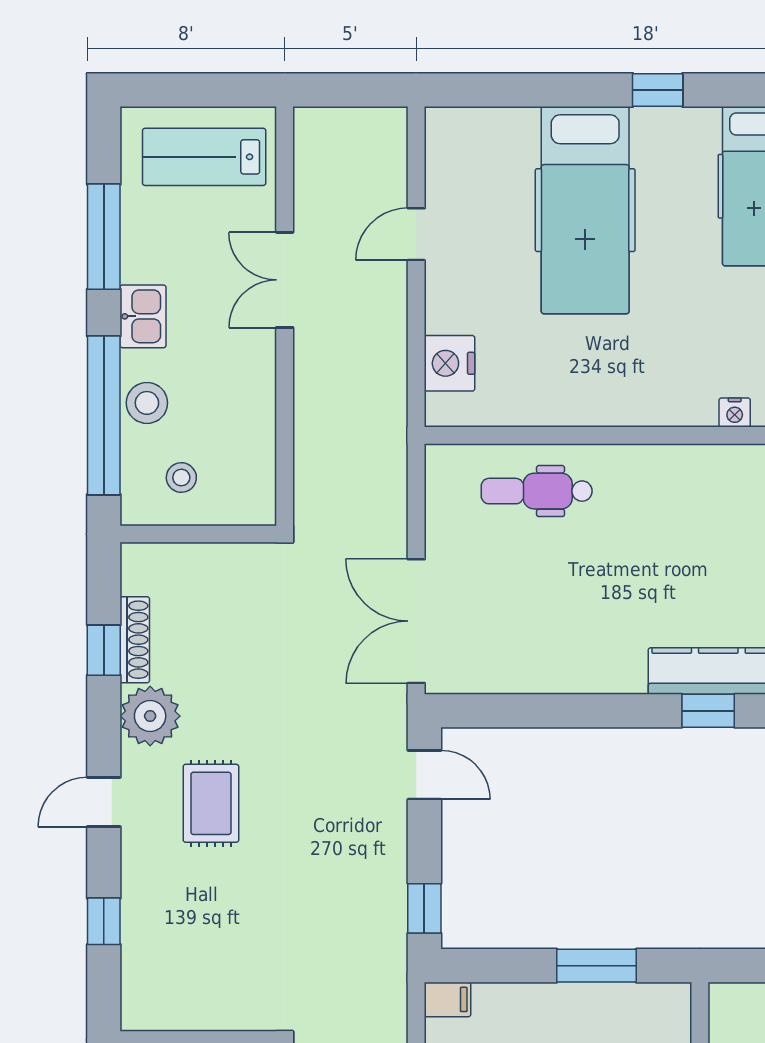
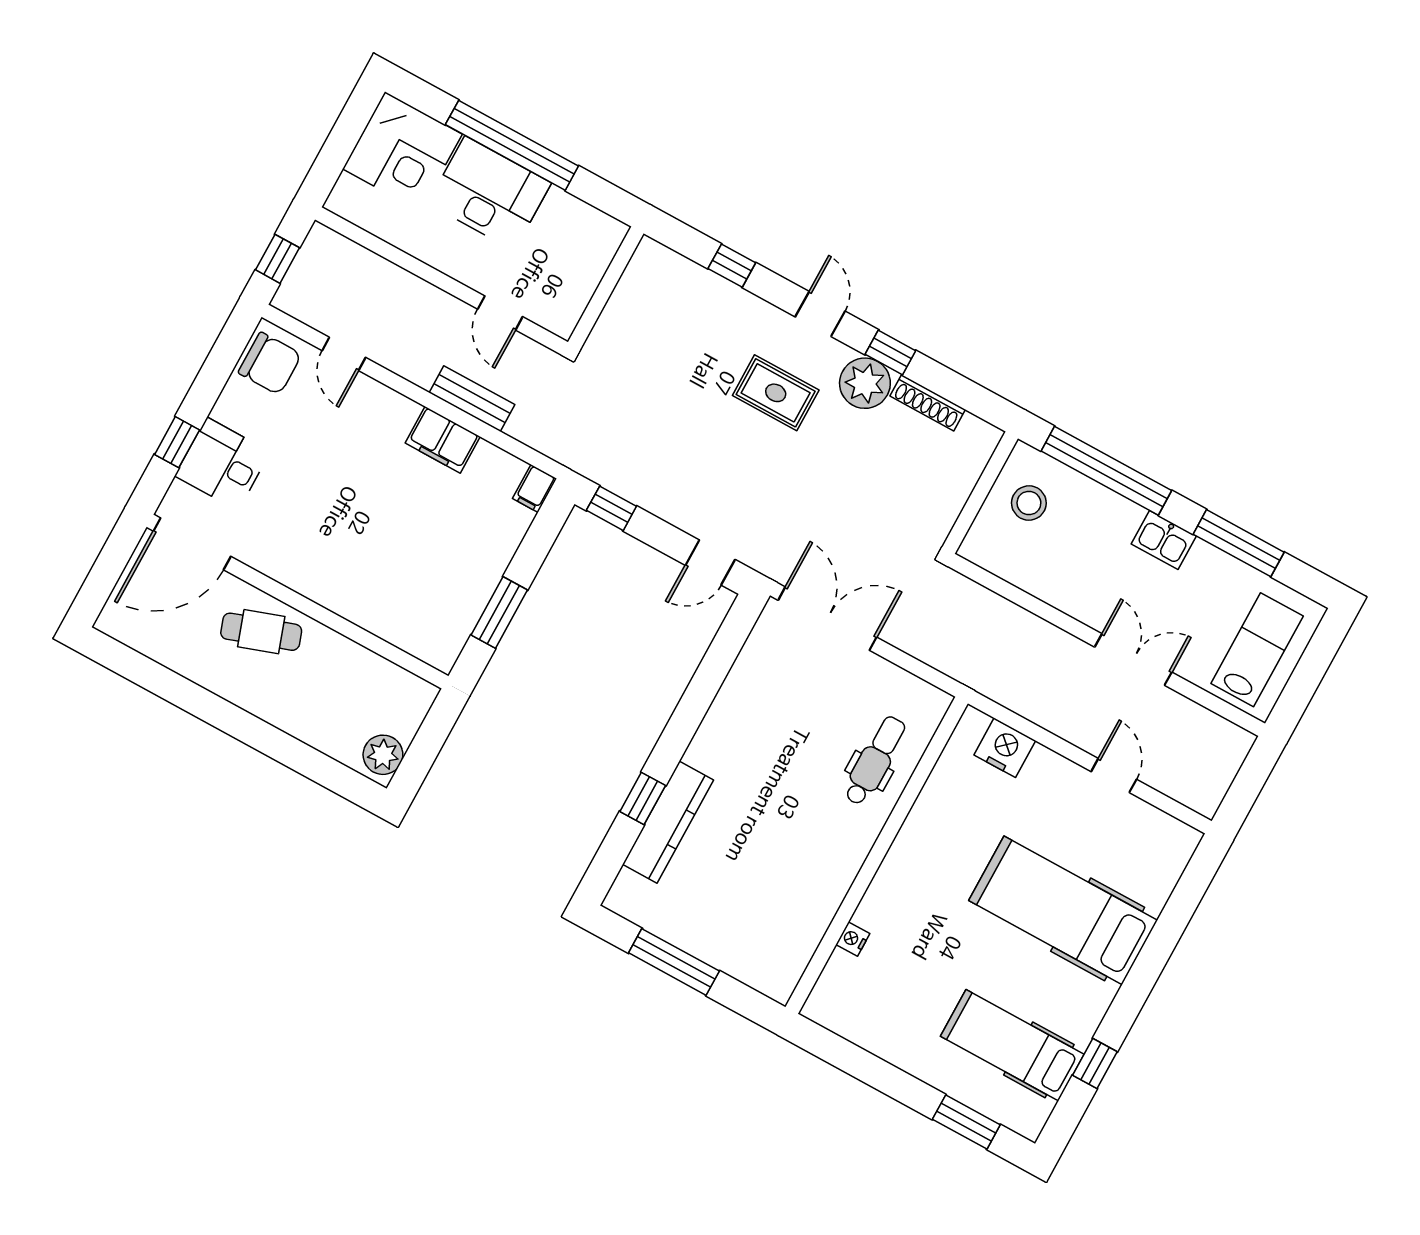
window: (658, 90) -> (1095, 1064), moved
stool: (147, 403) -> (1098, 508), removed
stool: (181, 478) -> (1029, 503), width x1.37, depth x1.37
window: (104, 650) -> (890, 352), moved

